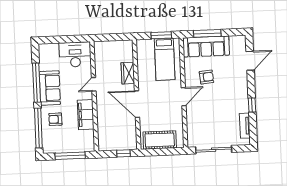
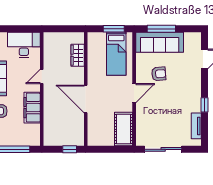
wardrobe: (128, 73) -> (78, 55), moved
cot: (160, 140) -> (124, 129), moved, turned 90

